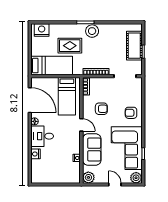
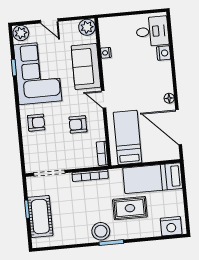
desk: (42, 136) -> (152, 31), moved

